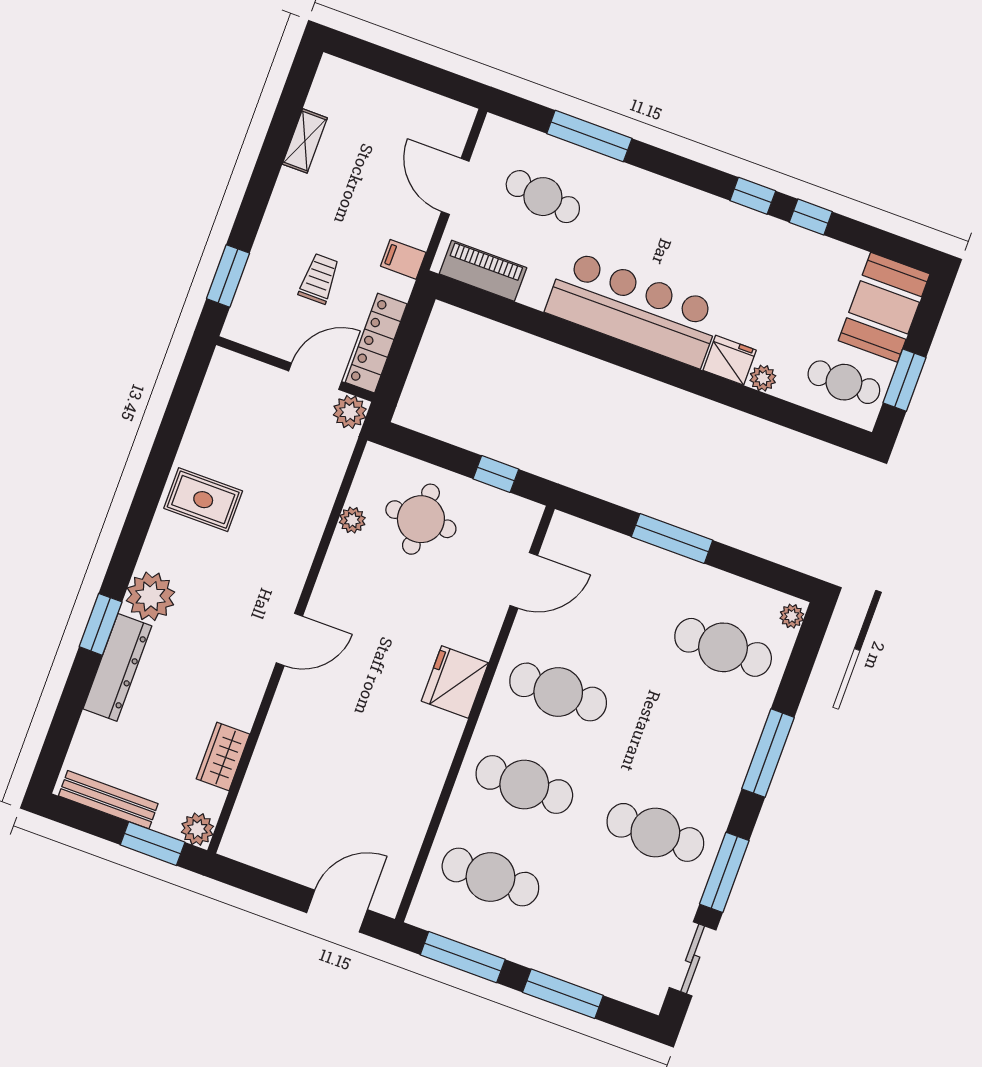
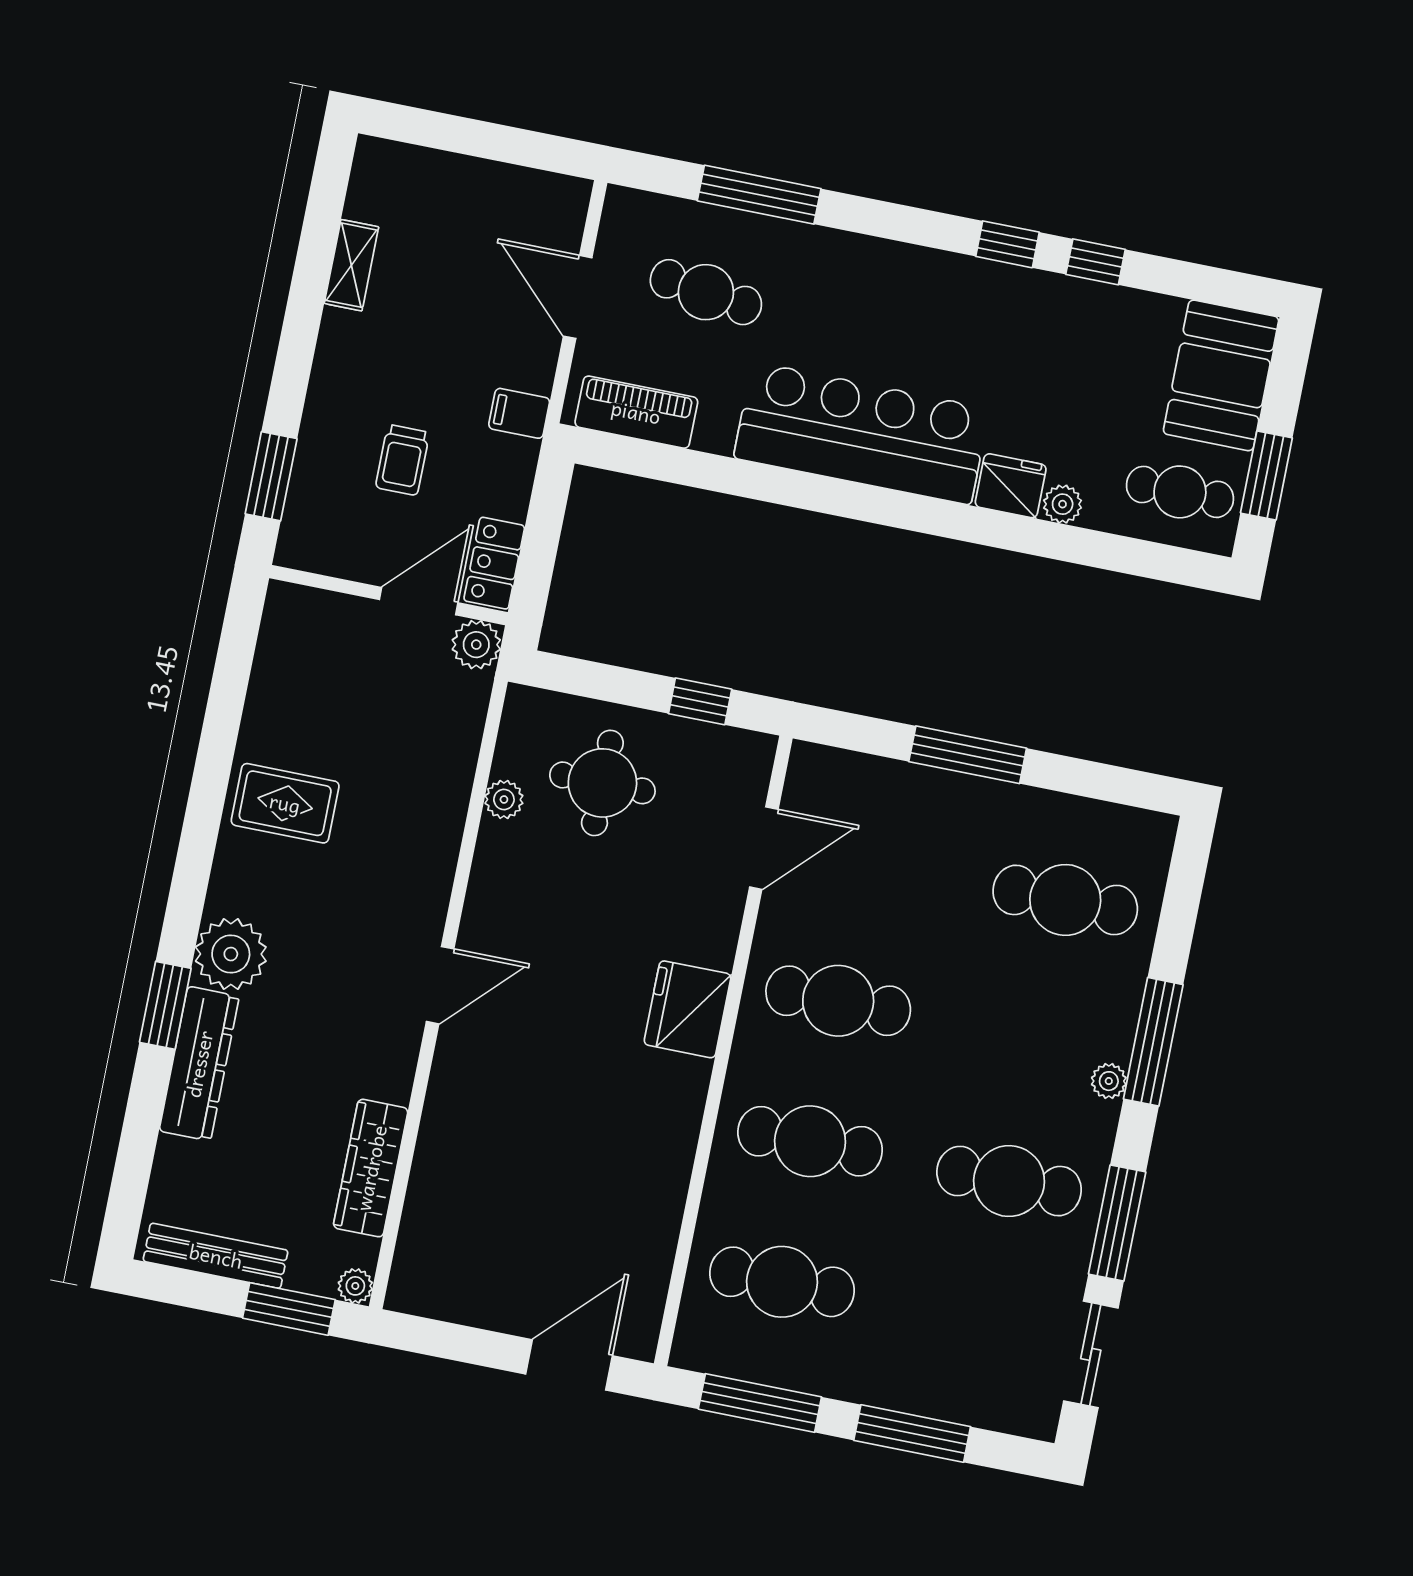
trolley: (319, 279) -> (402, 460), turned 180
locker: (376, 343) -> (494, 563), width x0.66
plant: (792, 616) -> (1109, 1081), moved
wardrobe: (223, 756) -> (371, 1168), width x1.50
plant: (197, 829) -> (355, 1286), width x0.73, depth x0.73

